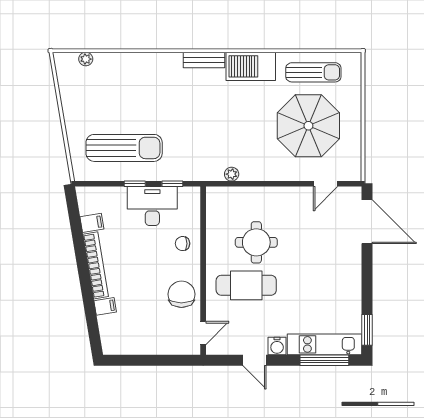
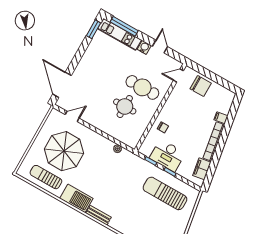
filing cabinet: (92, 223) -> (202, 169), width x2.00
chair: (181, 294) -> (201, 86), moved, turned -90

